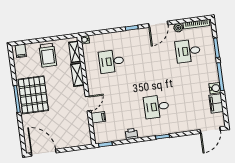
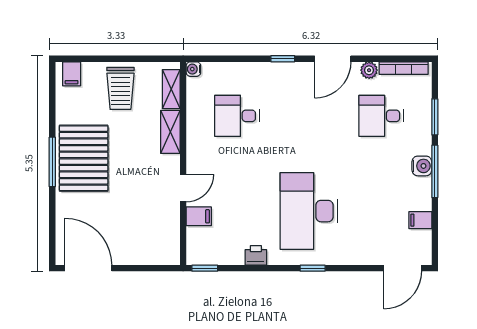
water cooler: (215, 88) -> (422, 166), moved
filing cabinet: (216, 103) -> (420, 220), width x0.50
desk: (156, 107) -> (309, 211), width x1.87, depth x1.30

